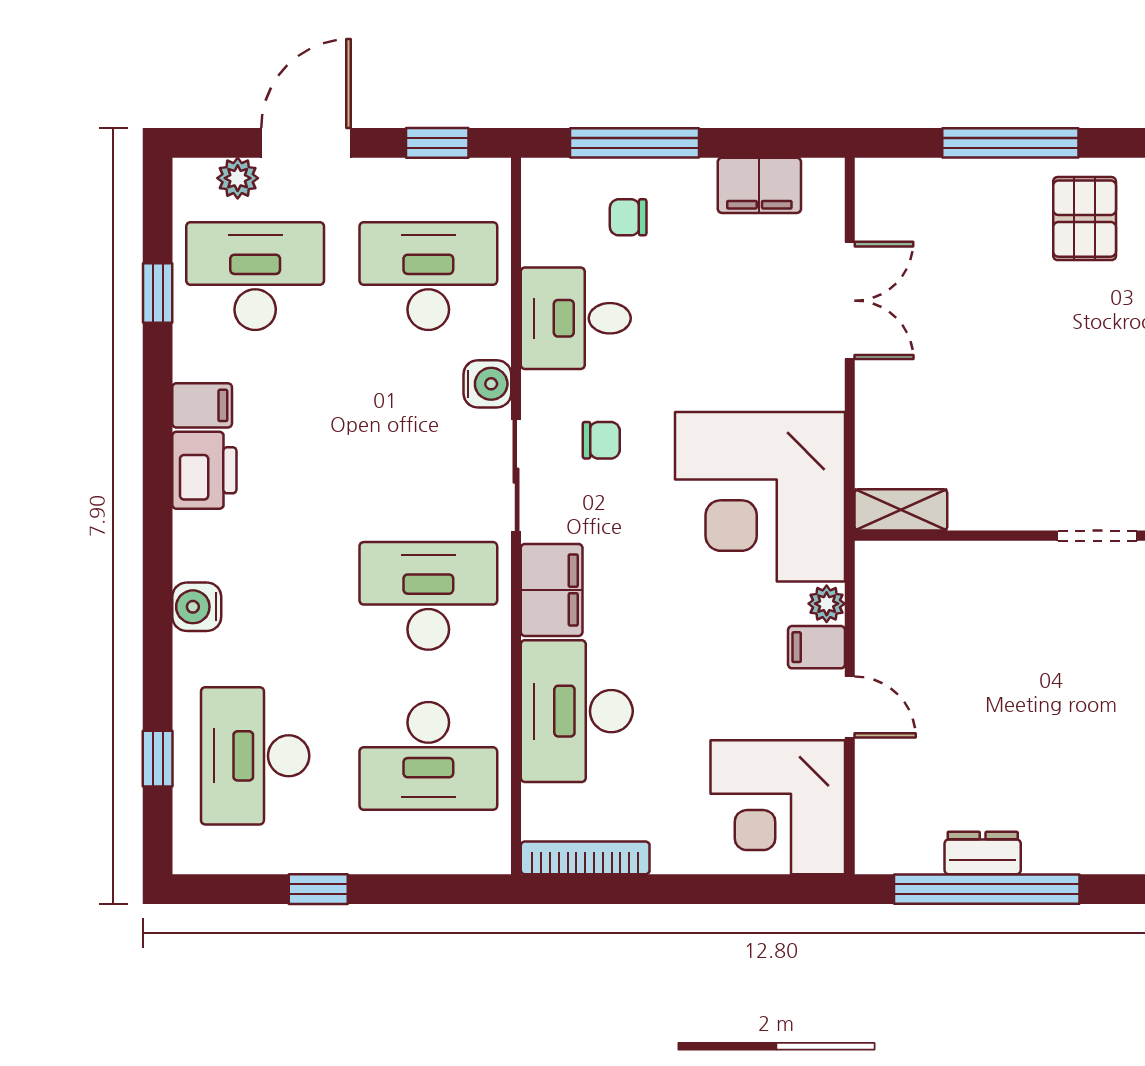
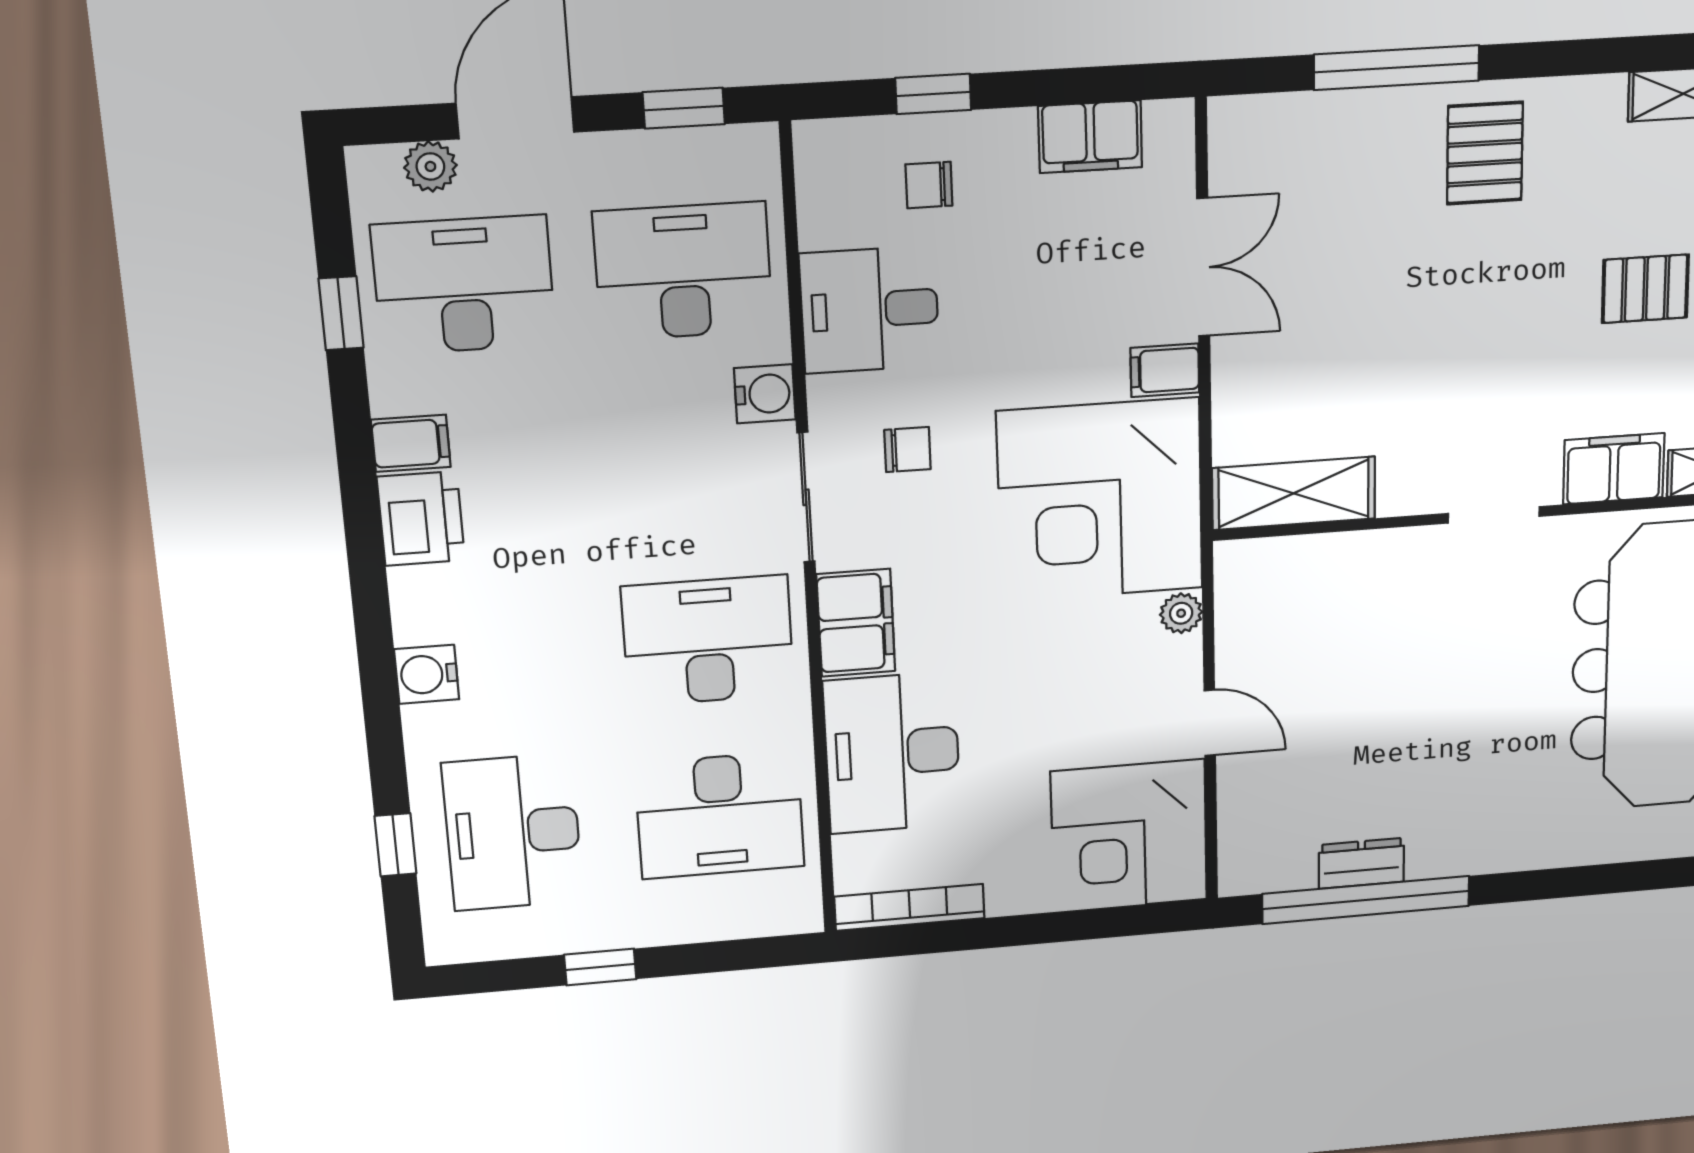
window: (634, 143) -> (933, 94), width x0.46
shelving: (901, 510) -> (1294, 493), width x1.50, depth x1.33
filing cabinet: (816, 647) -> (1165, 370), moved

